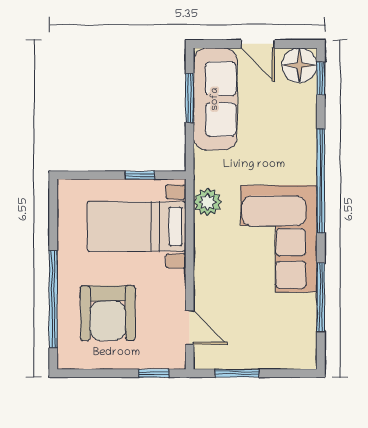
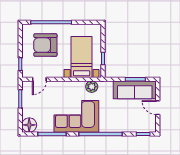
door: (258, 44) -> (158, 108), hinge flipped
floor lamp: (299, 65) -> (29, 125), moved

